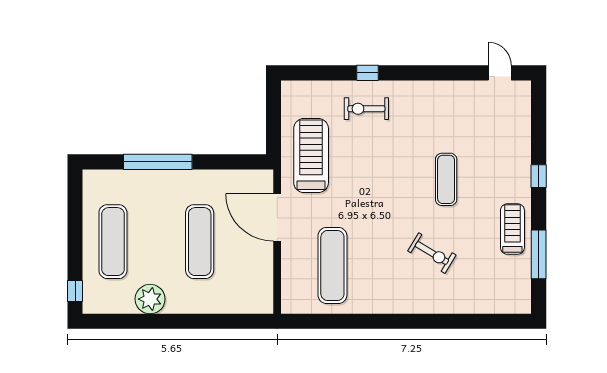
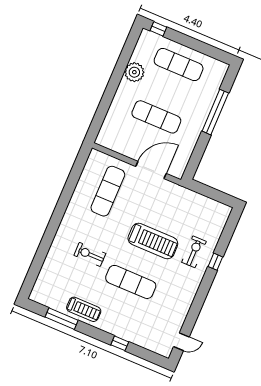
treadmill: (311, 156) -> (153, 241), moved
window: (539, 176) -> (120, 343), moved
exercise mat: (446, 179) -> (131, 282), width x1.36, depth x1.45
exercise bike: (432, 253) -> (90, 254), turned 59
exercise mat: (332, 265) -> (108, 191), turned 90

